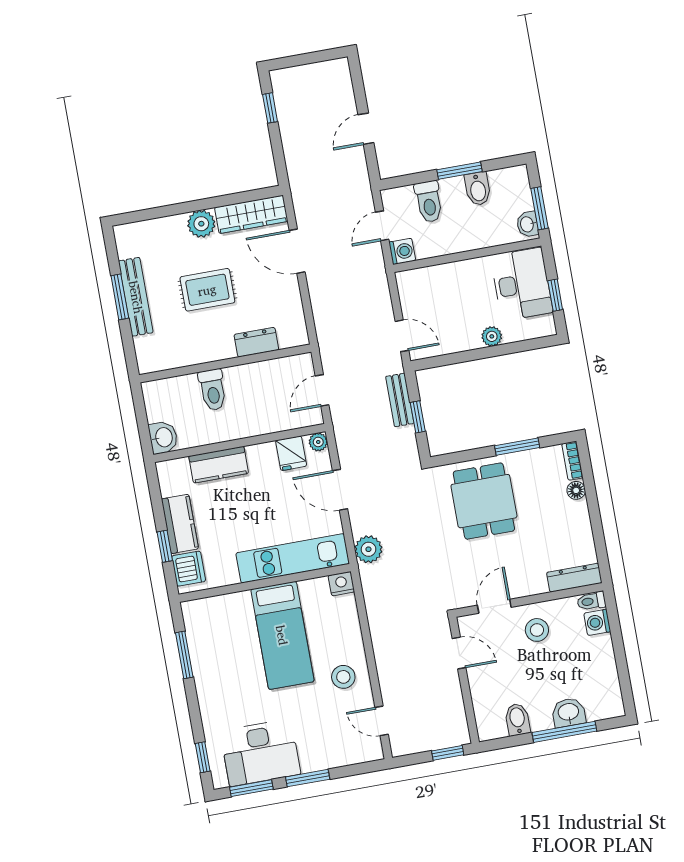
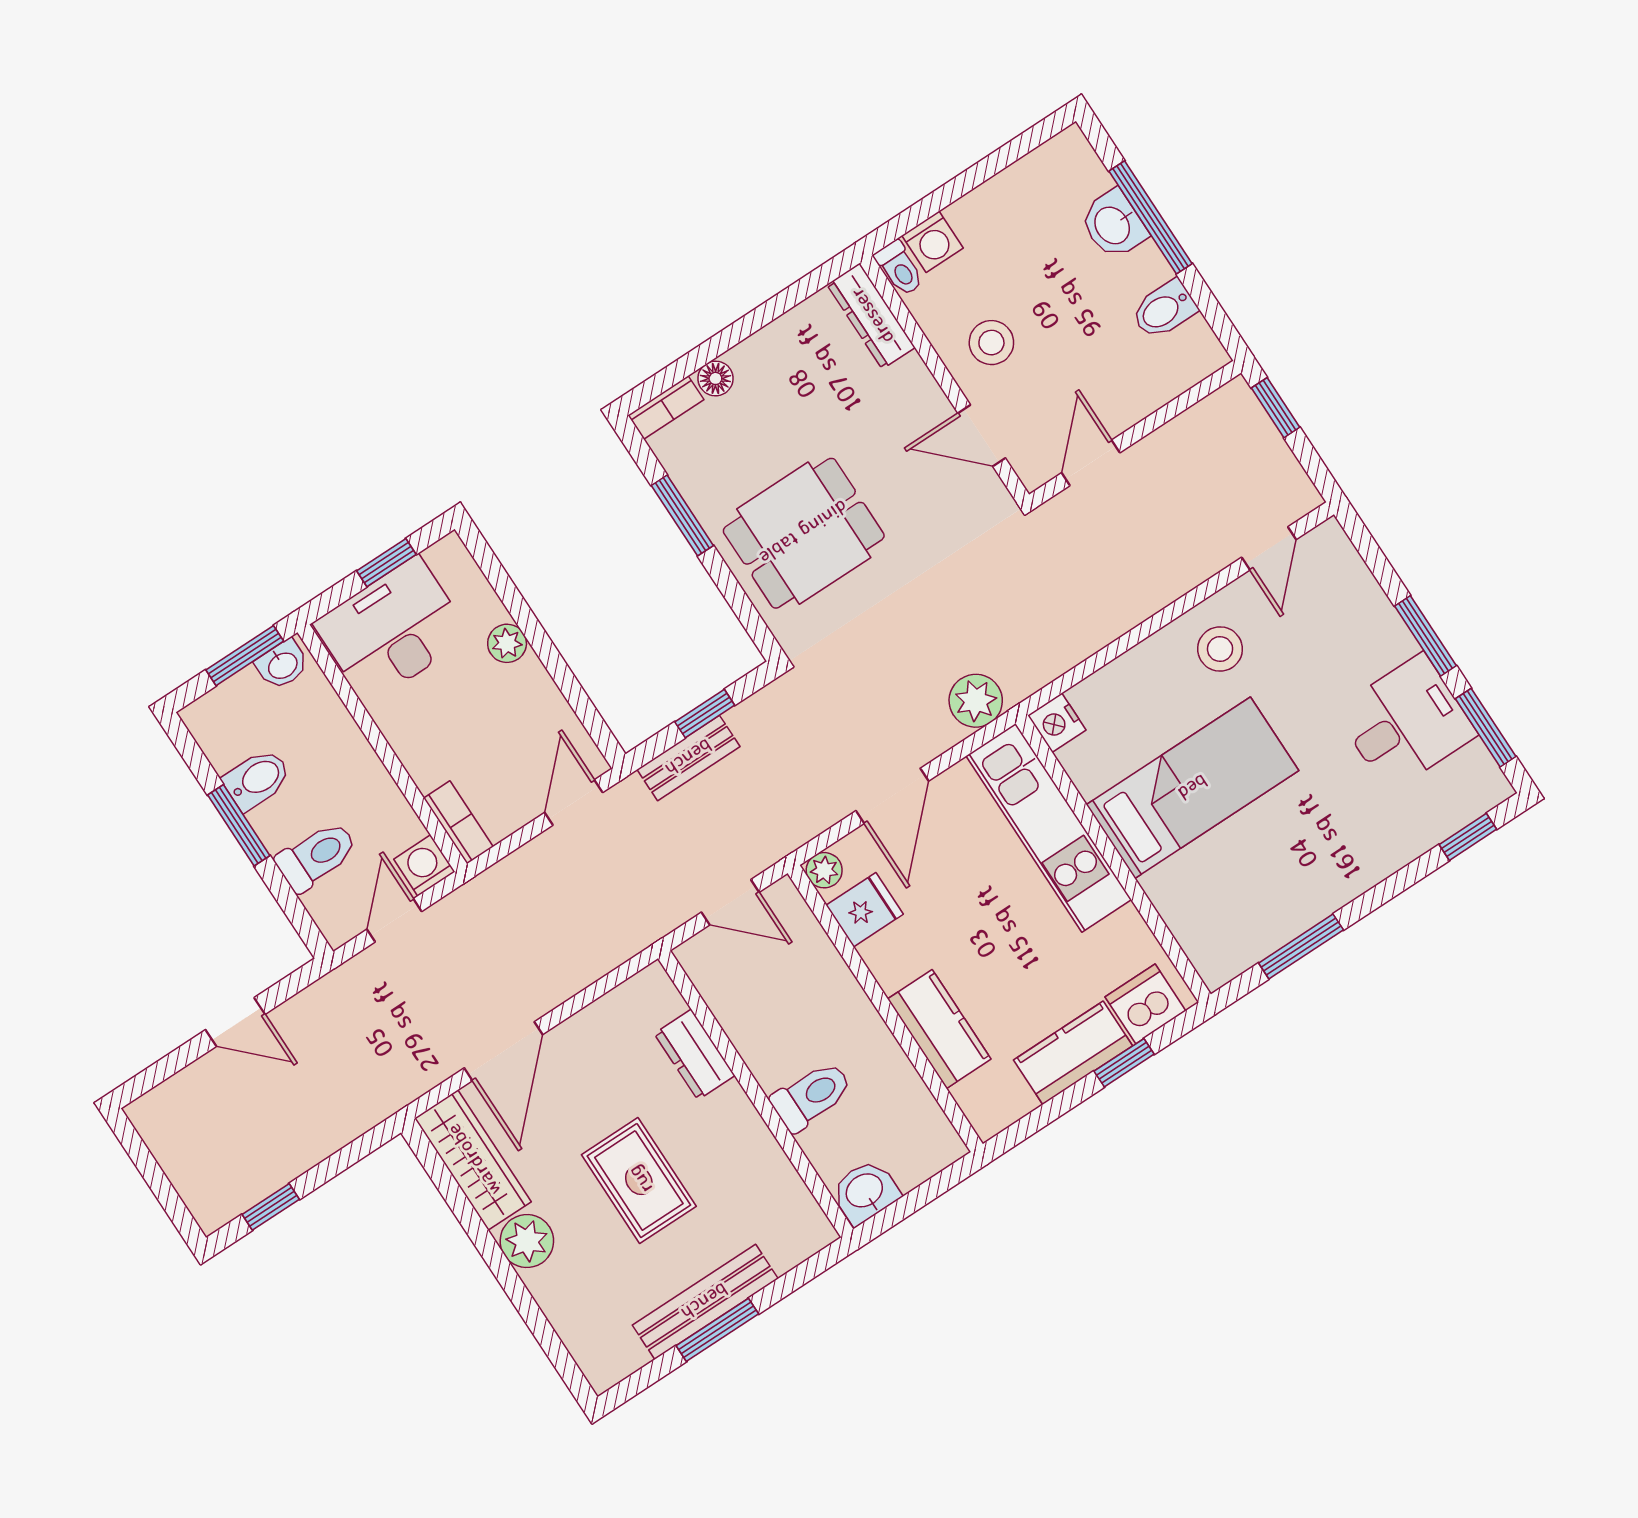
door: (382, 226) -> (394, 920), swing flipped
bookcase: (416, 276) -> (458, 822), added
washbasin: (163, 437) -> (865, 1192), moved
desk: (260, 753) -> (1406, 723), width x0.73

